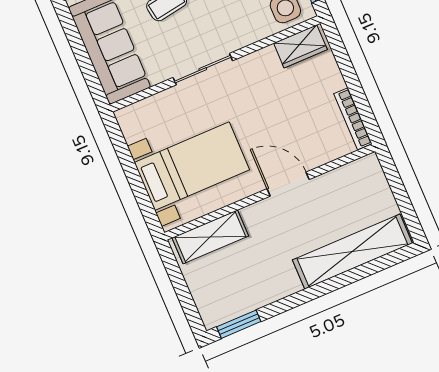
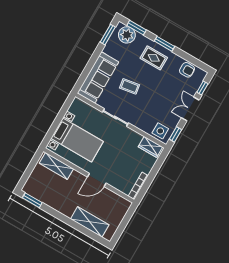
door: (288, 184) -> (97, 180), swing flipped
shelving: (352, 252) -> (90, 222), width x0.68

